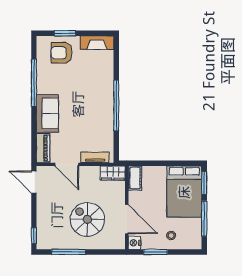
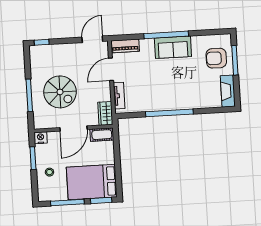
window: (65, 33) -> (235, 60), width x1.44
armchair: (62, 53) -> (216, 58), turned -90
window: (34, 83) -> (166, 35), moved
sofa: (47, 113) -> (173, 47), moved
spiral stairs: (87, 219) -> (60, 92), turned 90
door: (127, 219) -> (74, 128), moved
window: (69, 252) -> (29, 95), moved

